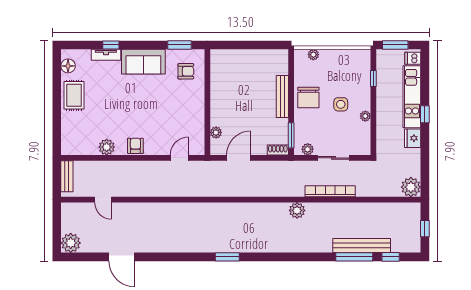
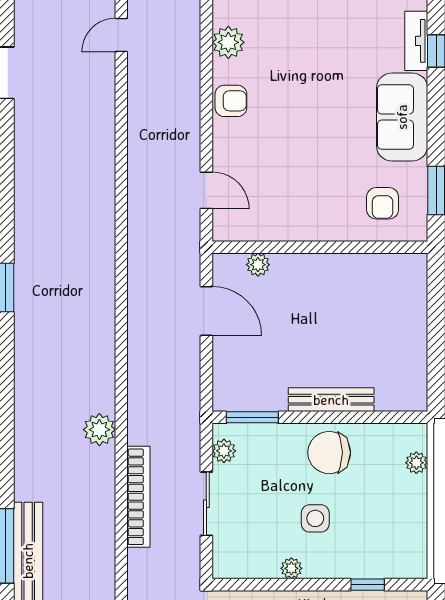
shoe rack: (278, 150) -> (222, 390), removed

